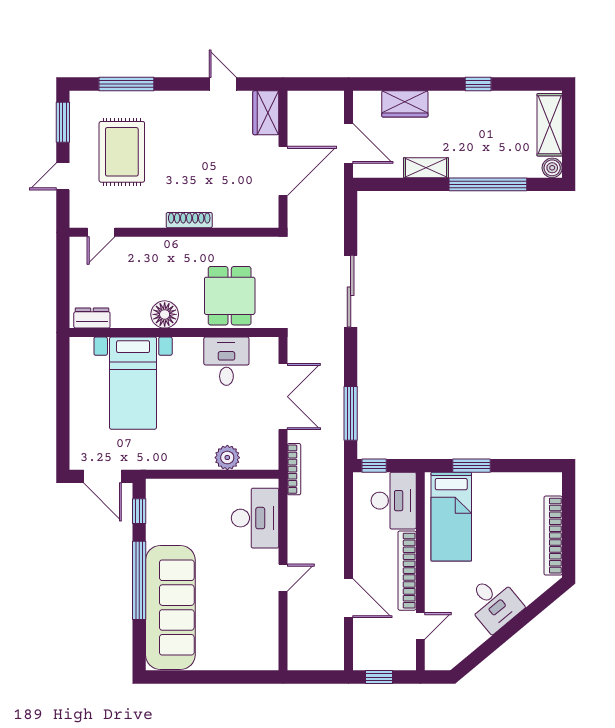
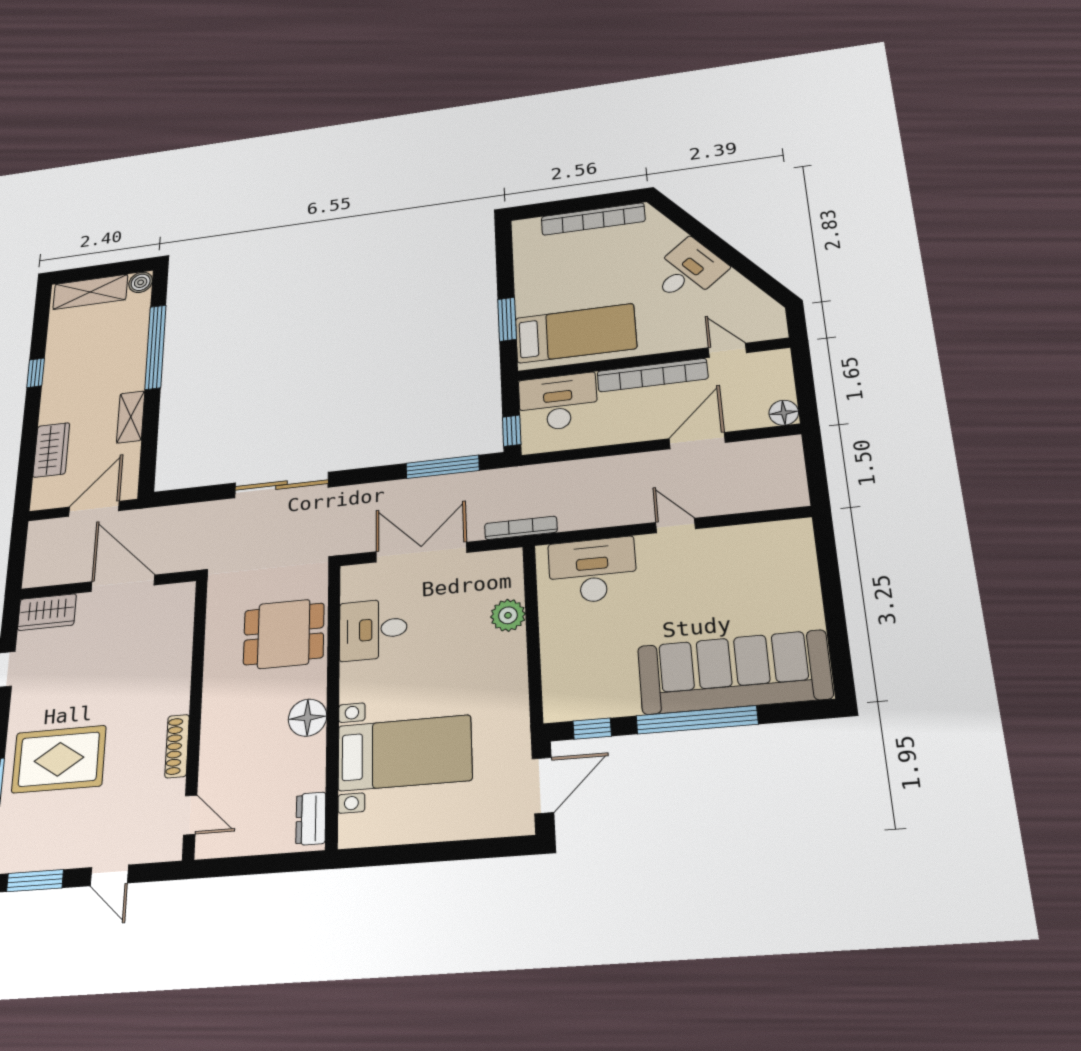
rug: (122, 152) -> (59, 759), moved
shoe rack: (189, 220) -> (177, 746), moved
floor lamp: (363, 660) -> (784, 413), added
window: (379, 677) -> (805, 391), removed

